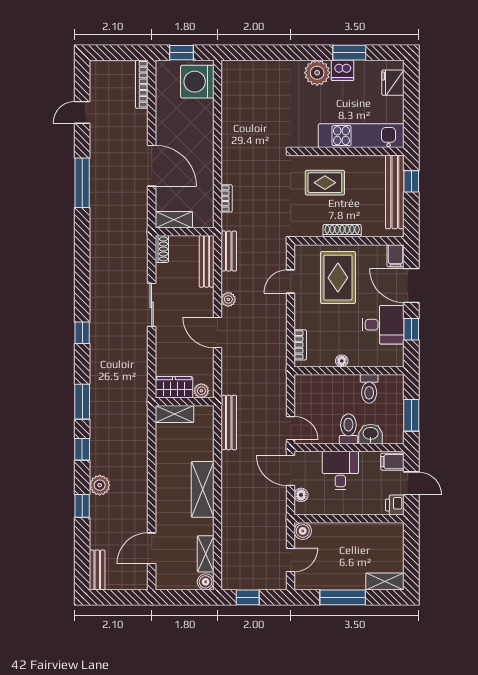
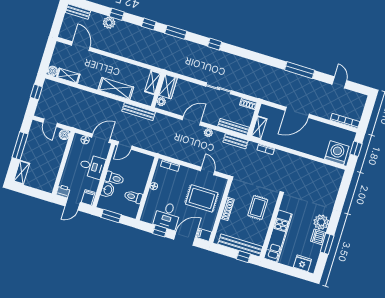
shelving: (174, 220) -> (259, 128), moved
plant: (100, 485) -> (109, 23), moved
shelving: (203, 489) -> (116, 88), moved

